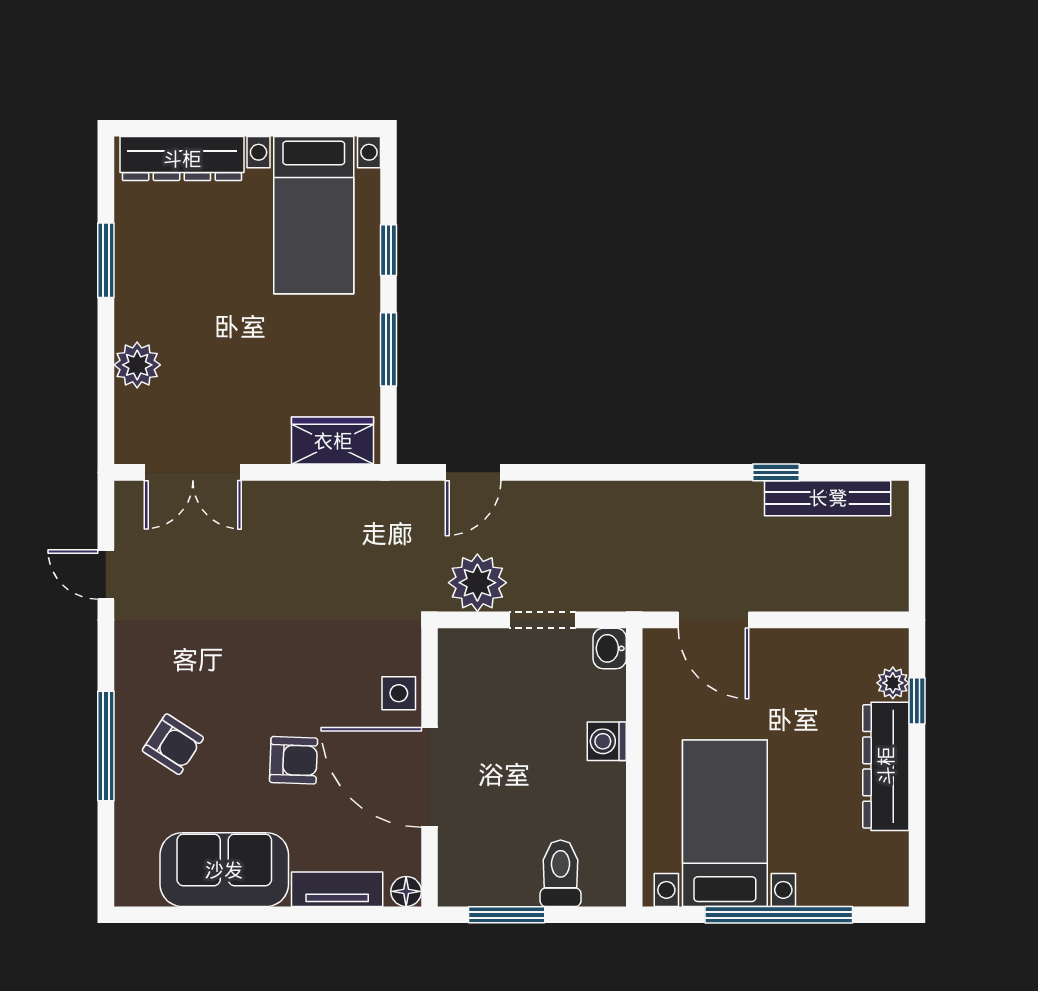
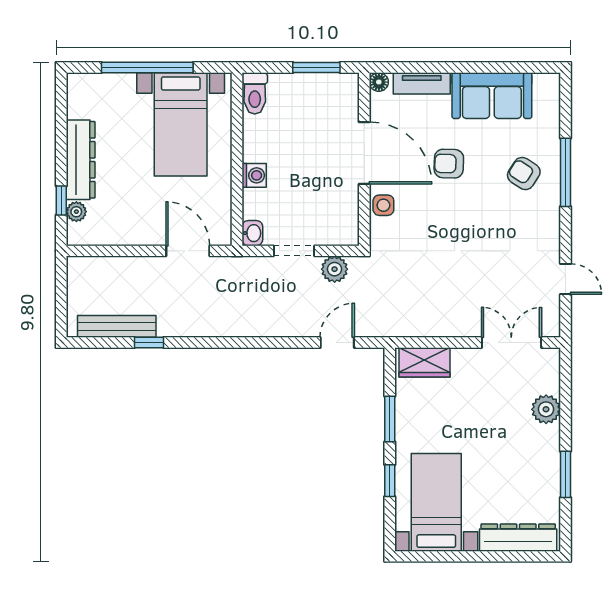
plant: (477, 583) -> (335, 269), width x0.73, depth x0.73
toilet: (561, 873) -> (255, 93), moved

